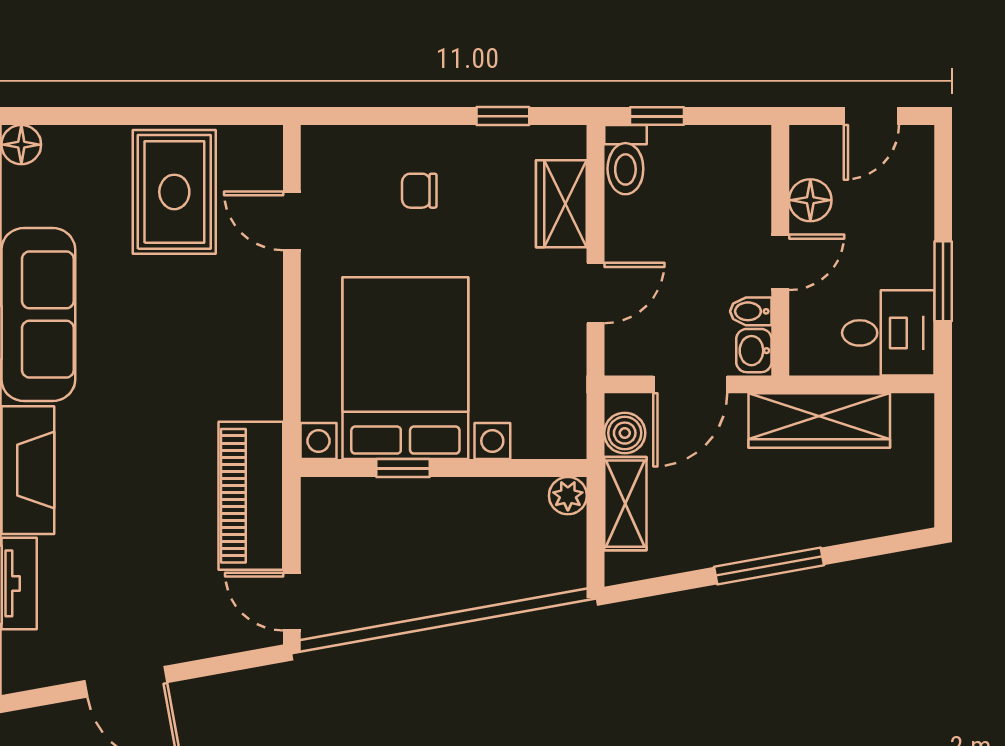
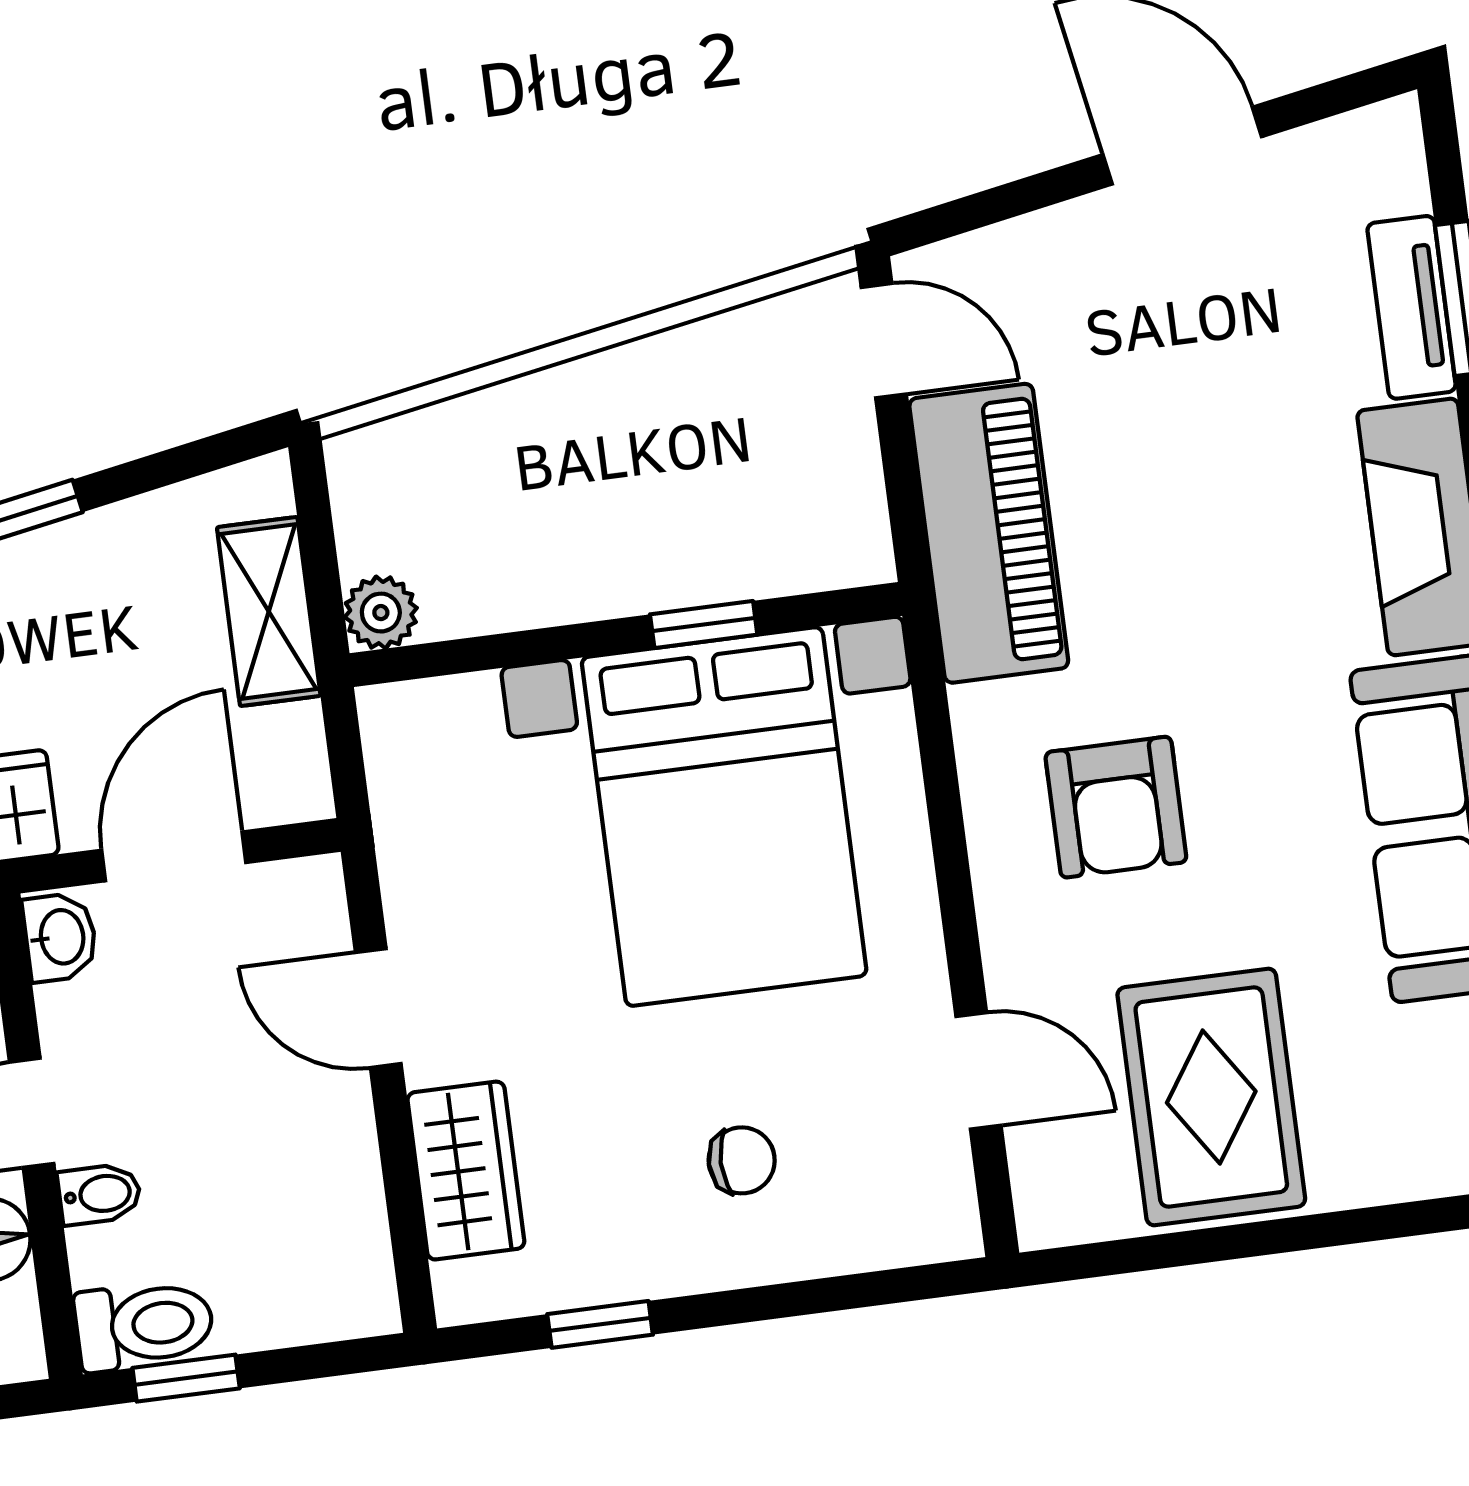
window: (657, 116) -> (186, 1378), moved
toilet: (625, 160) -> (144, 1325), moved, turned 90
door: (595, 293) -> (378, 1008), hinge flipped
bidet: (751, 311) -> (100, 1194), moved
armchair: (204, 347) -> (1116, 807), added
boiler: (625, 433) -> (287, 747), removed

